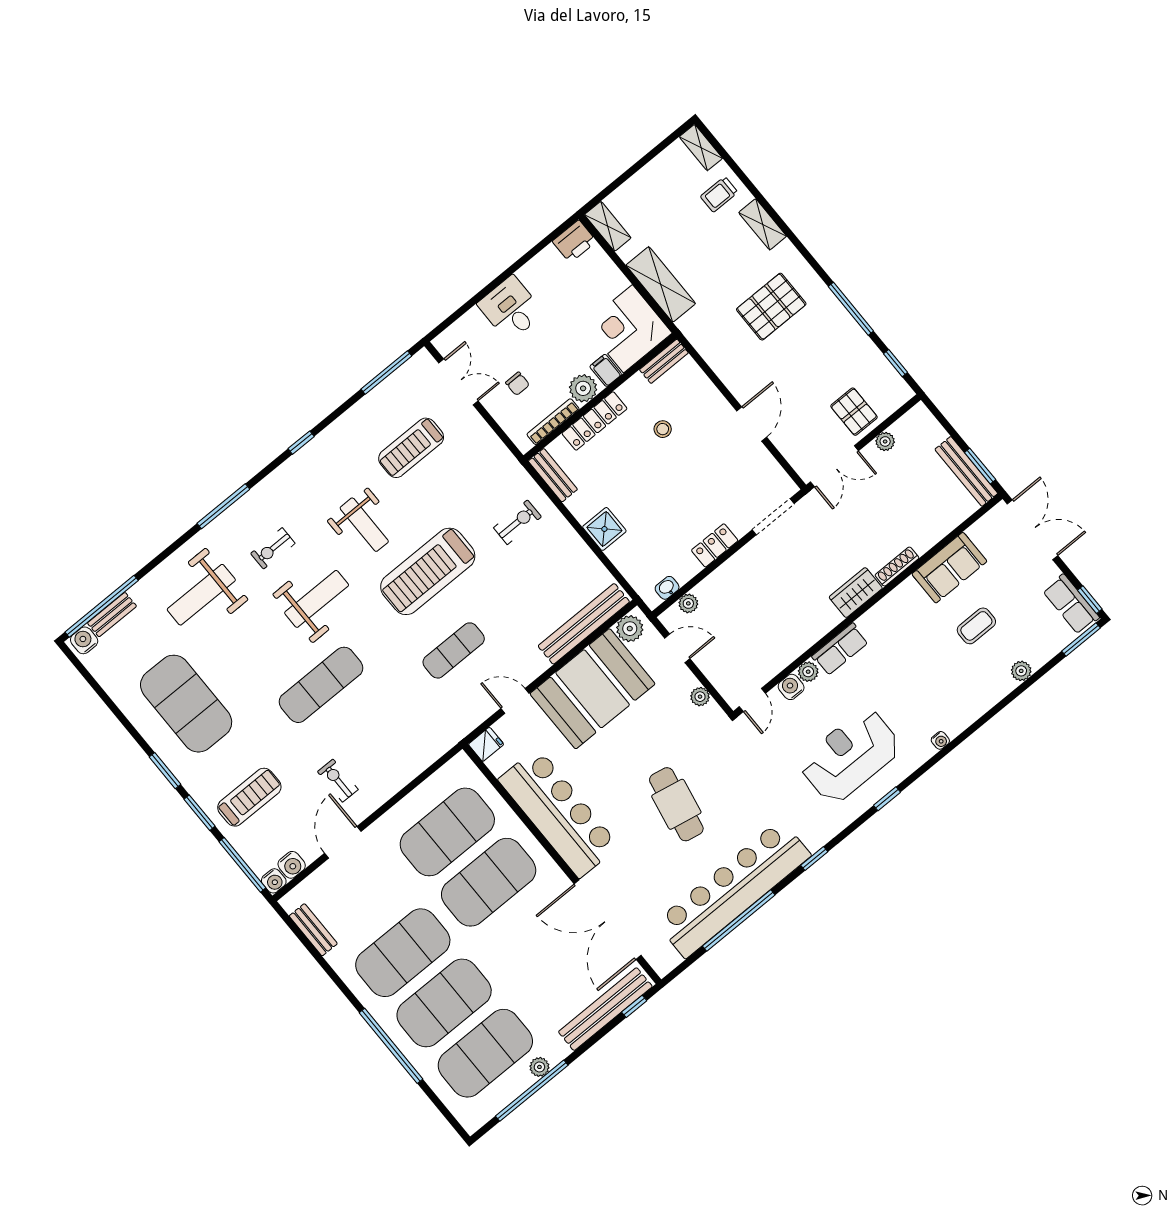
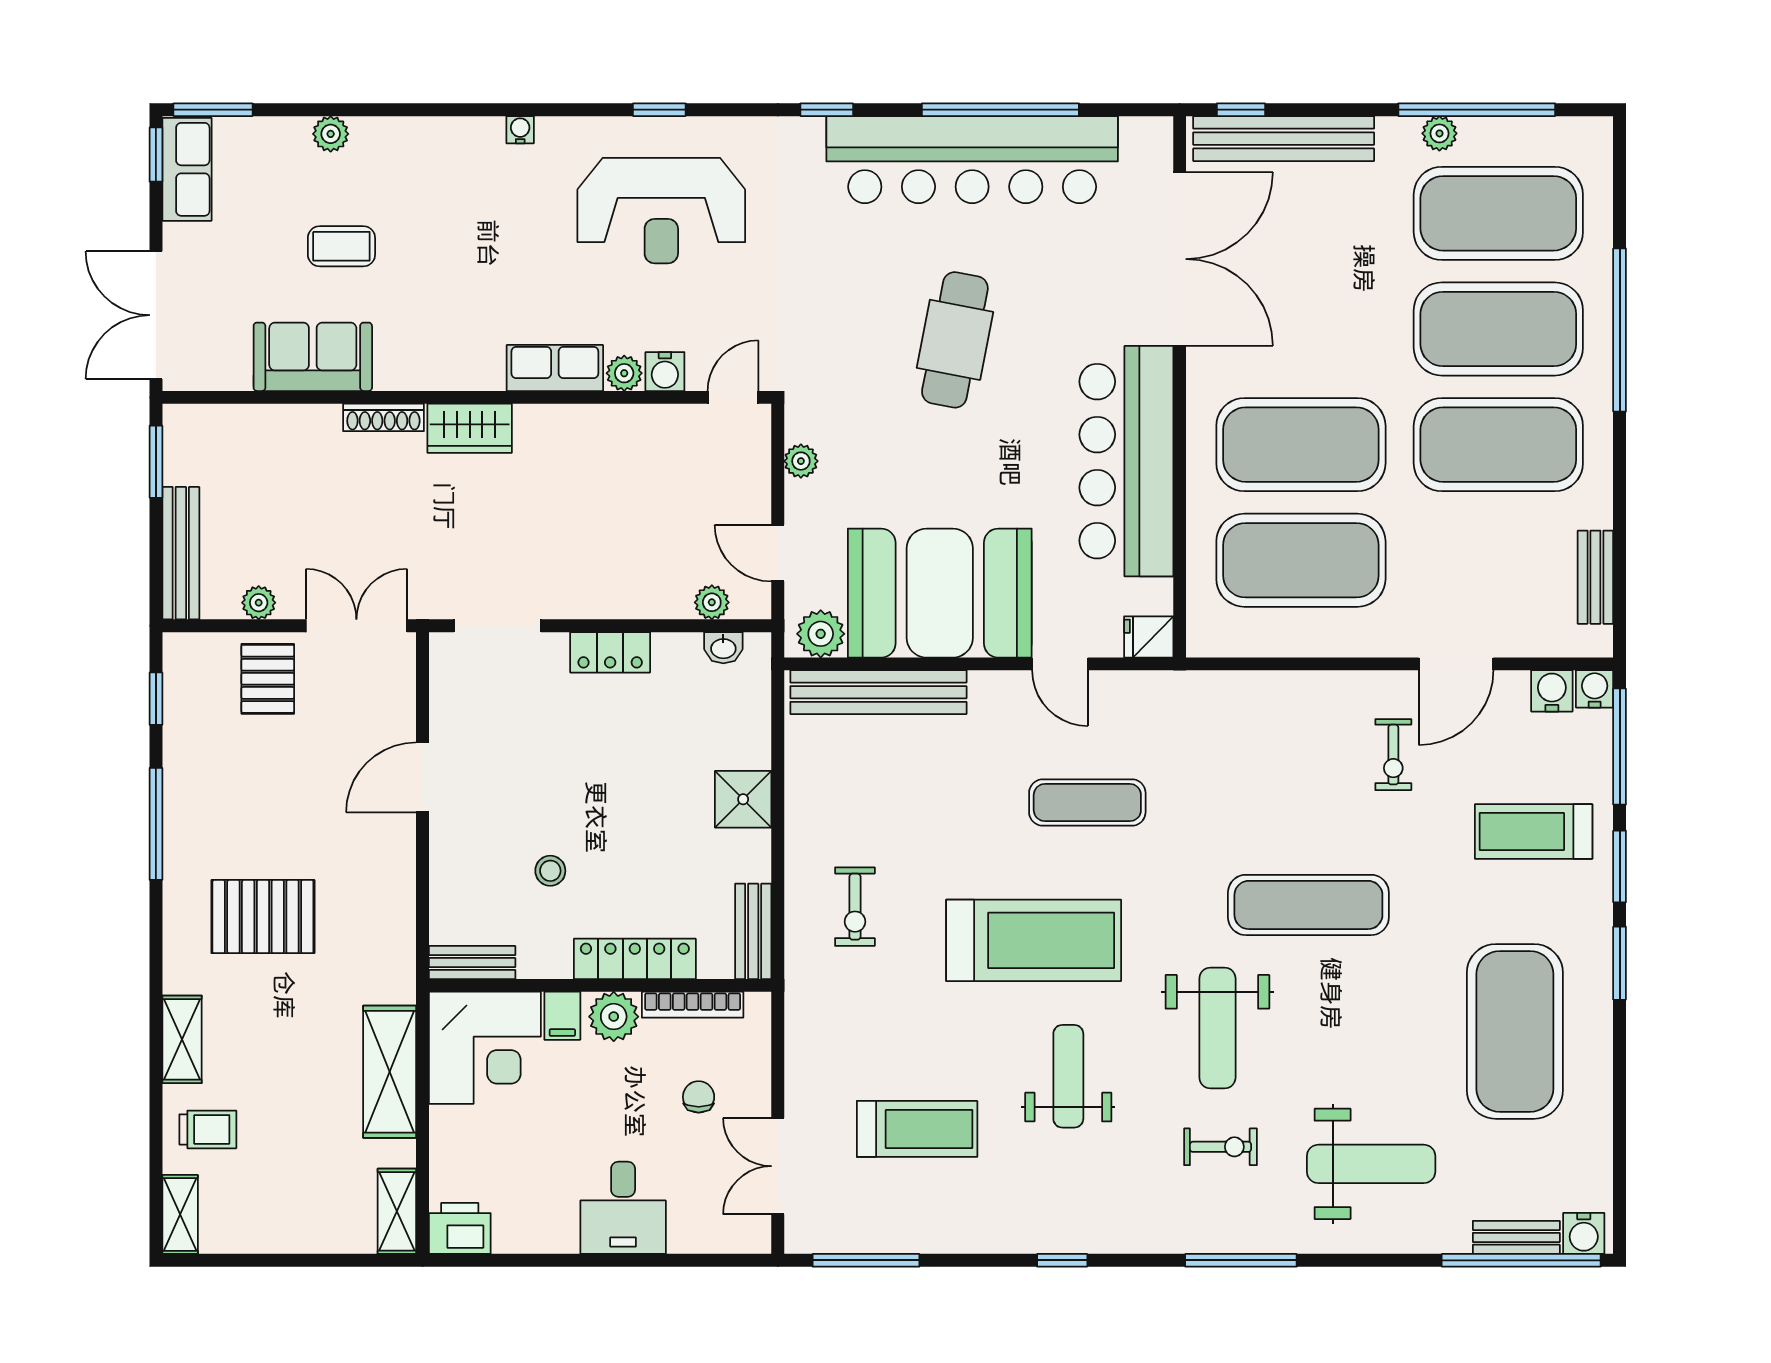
bench: (966, 471) -> (181, 553), moved
exercise bike: (517, 522) -> (855, 907), turned -90
weight bench: (317, 599) -> (1217, 1028), turned -90

